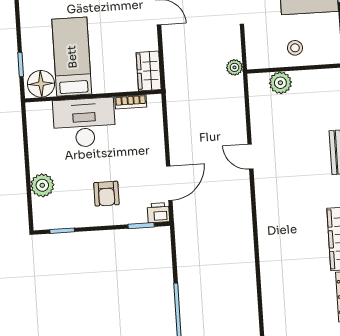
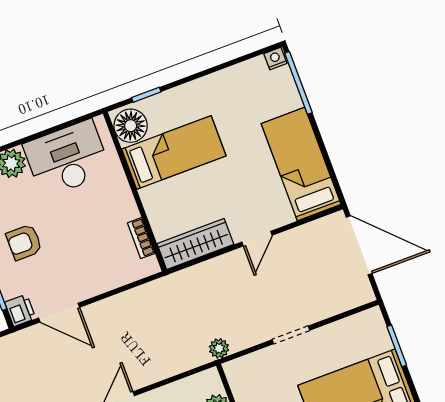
wardrobe: (149, 71) -> (195, 244), width x1.50
desk: (84, 123) -> (67, 159), moved, turned -90

